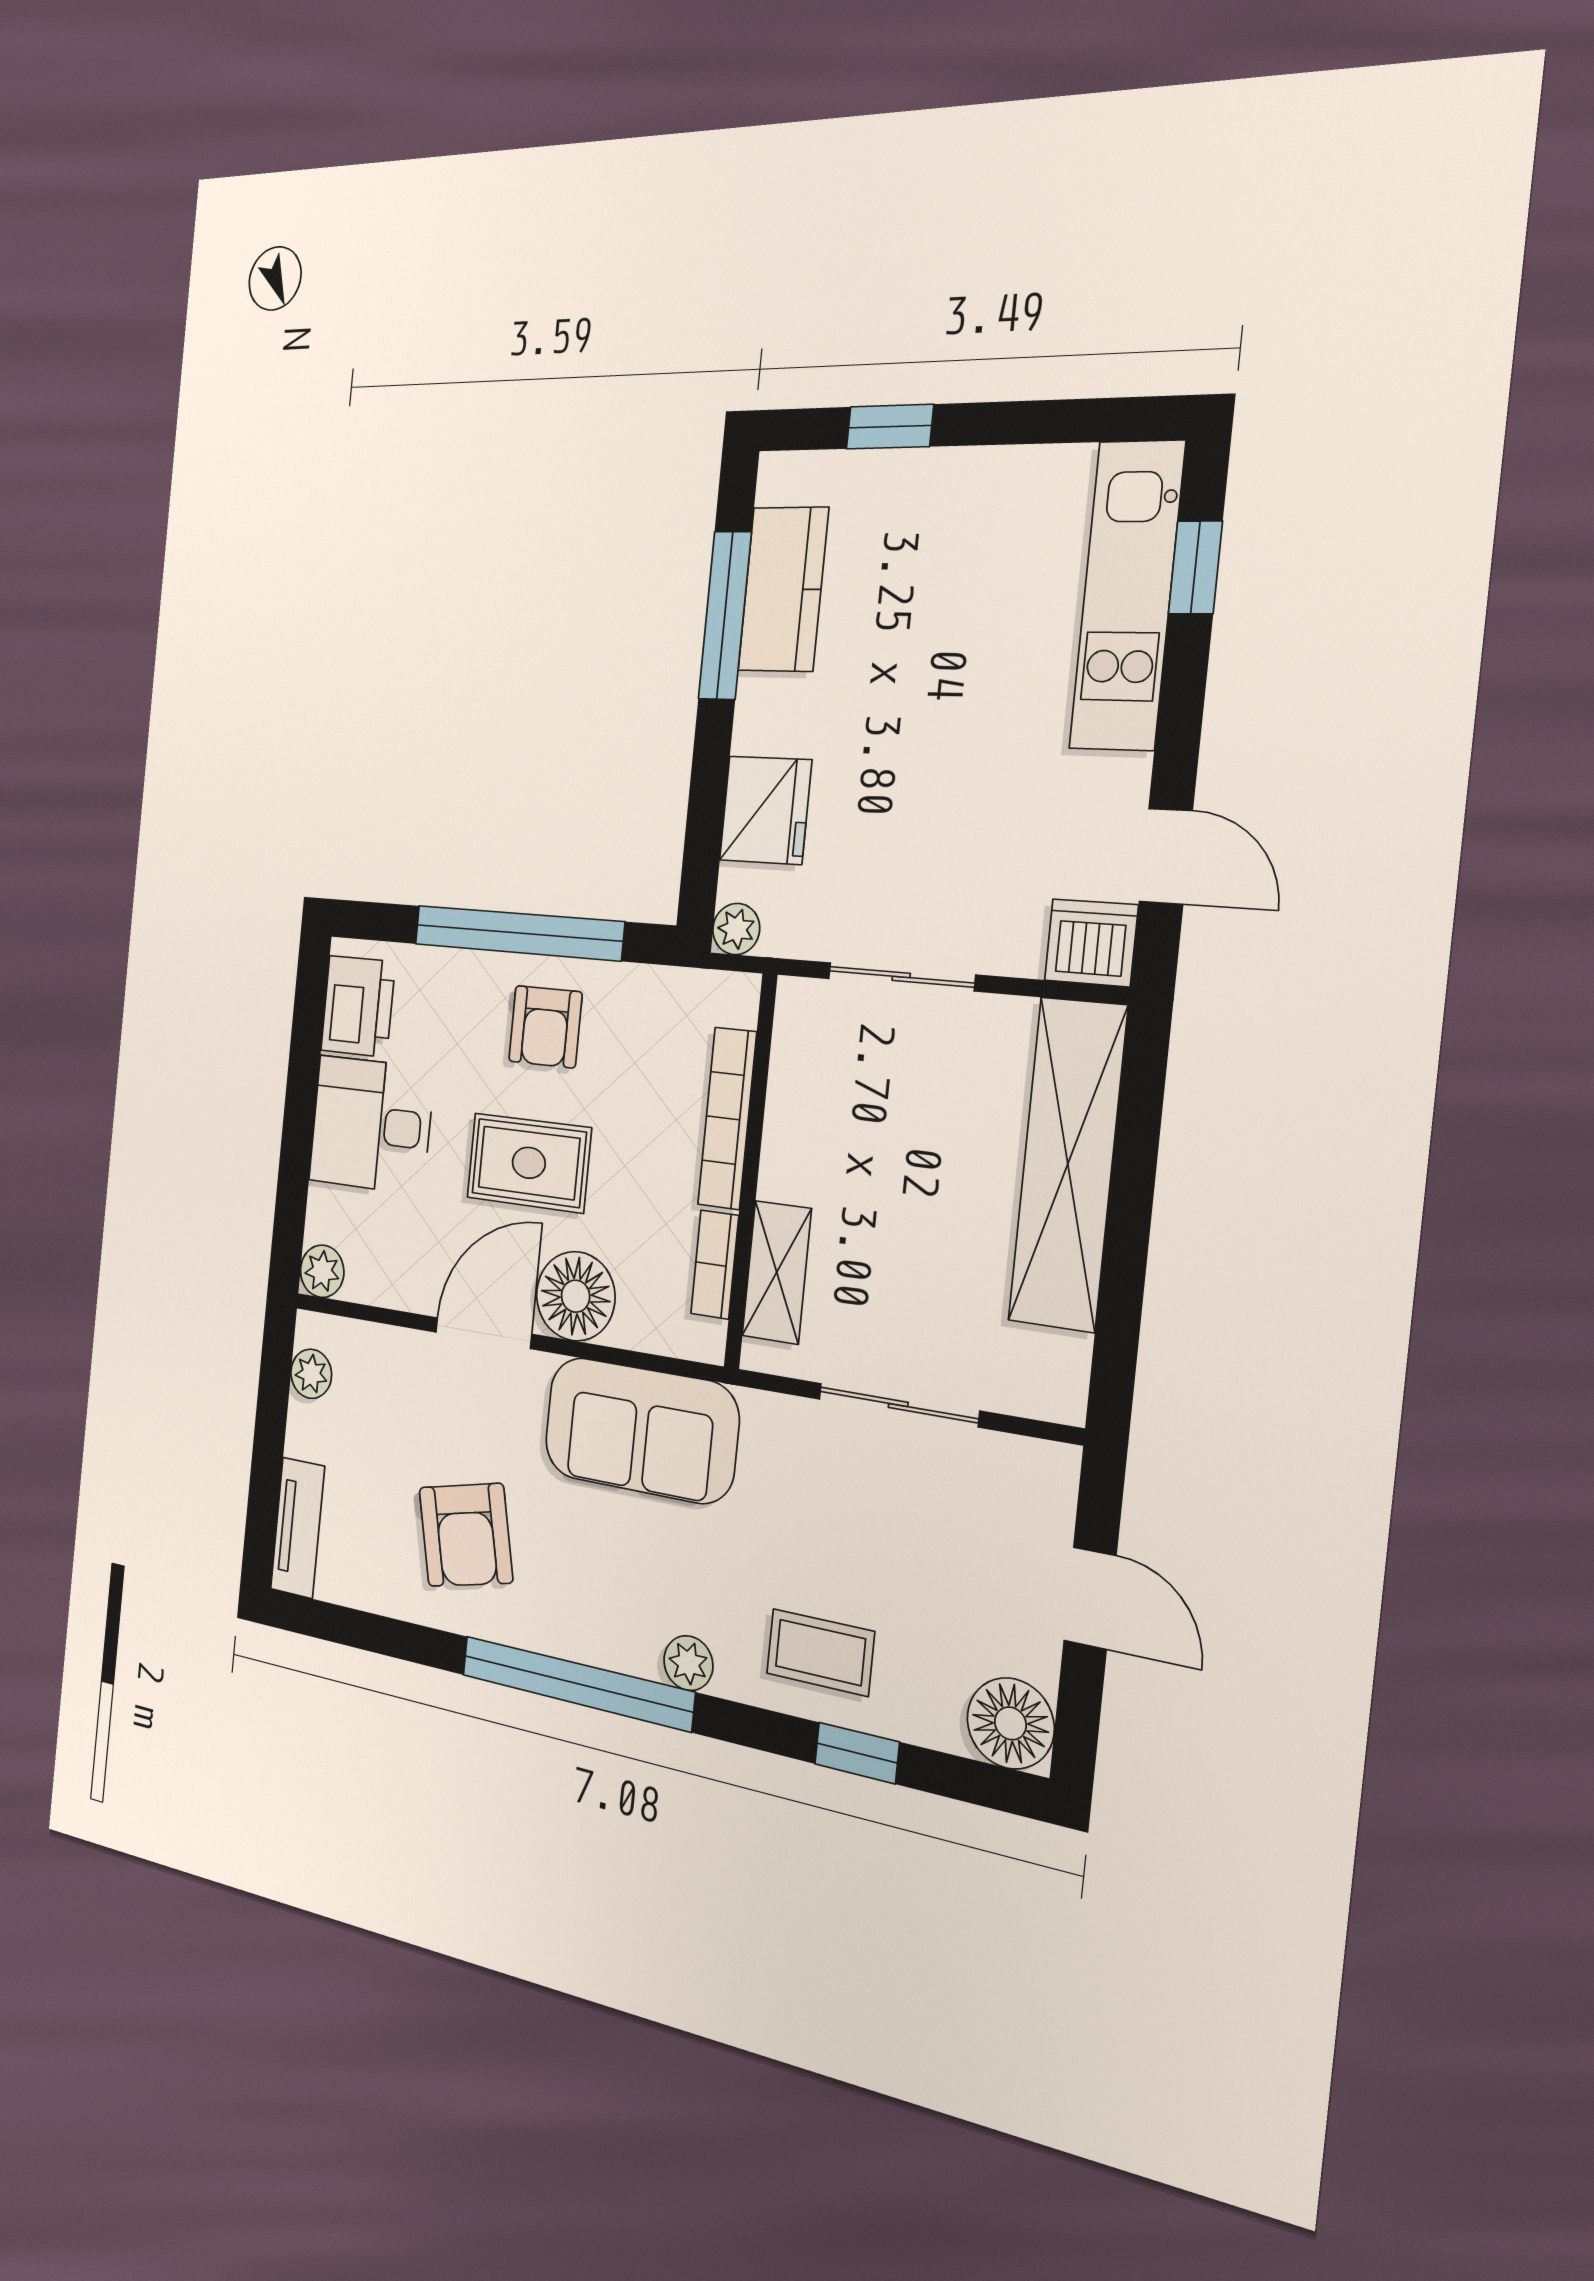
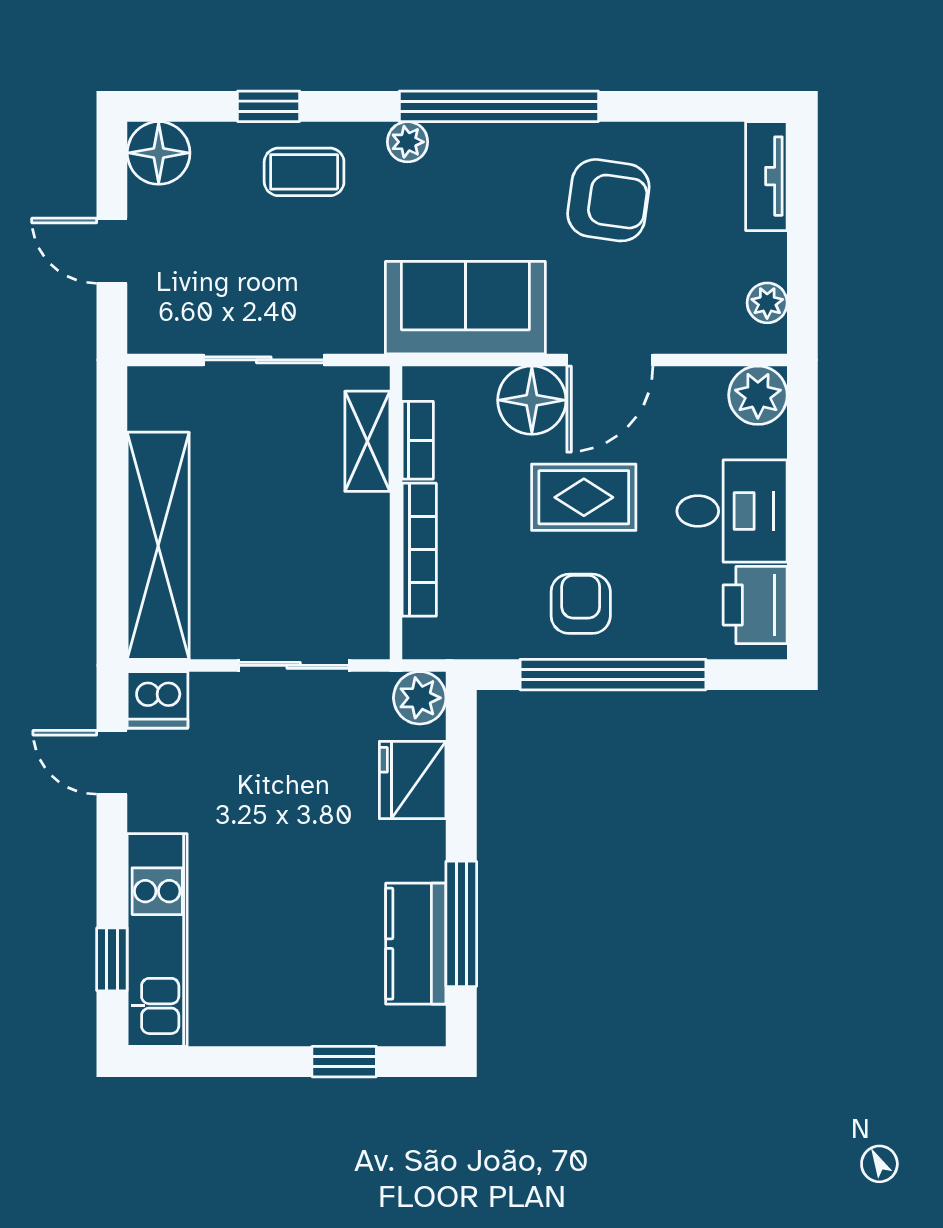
plant: (736, 929) -> (420, 698), width x1.38, depth x1.38
plant: (322, 1271) -> (758, 395), width x1.38, depth x1.38
armchair: (466, 1535) -> (608, 200), turned 111

